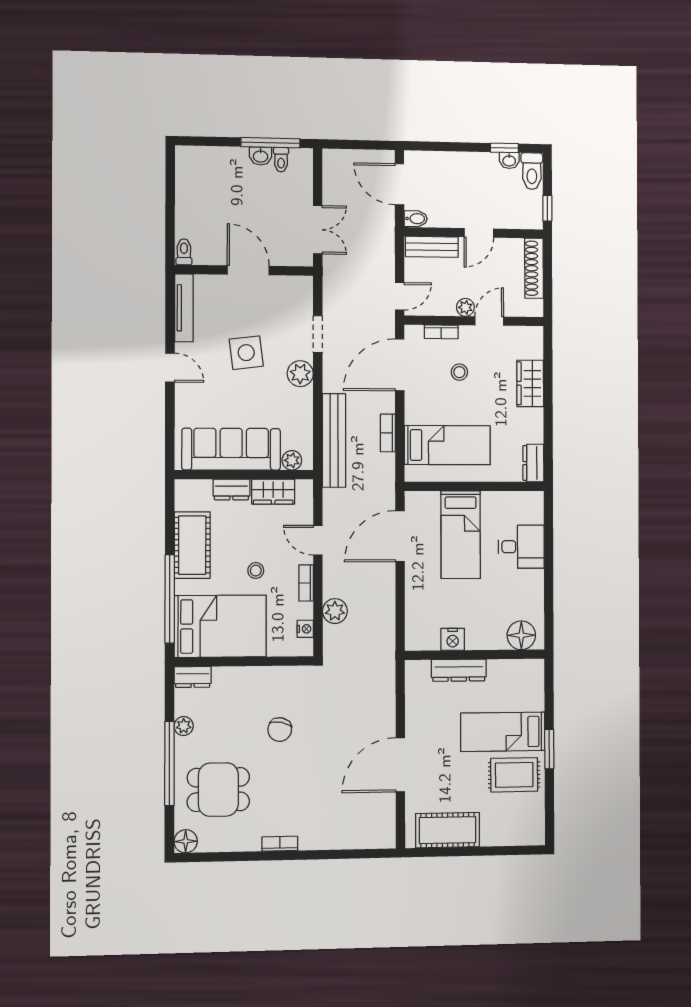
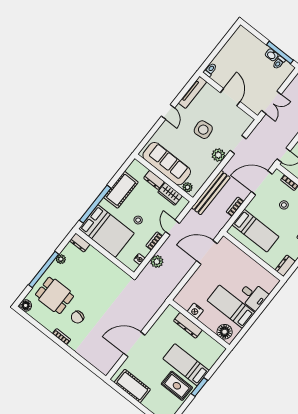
bed: (461, 535) -> (231, 307), moved, turned 90
chair: (280, 730) -> (78, 317), moved

